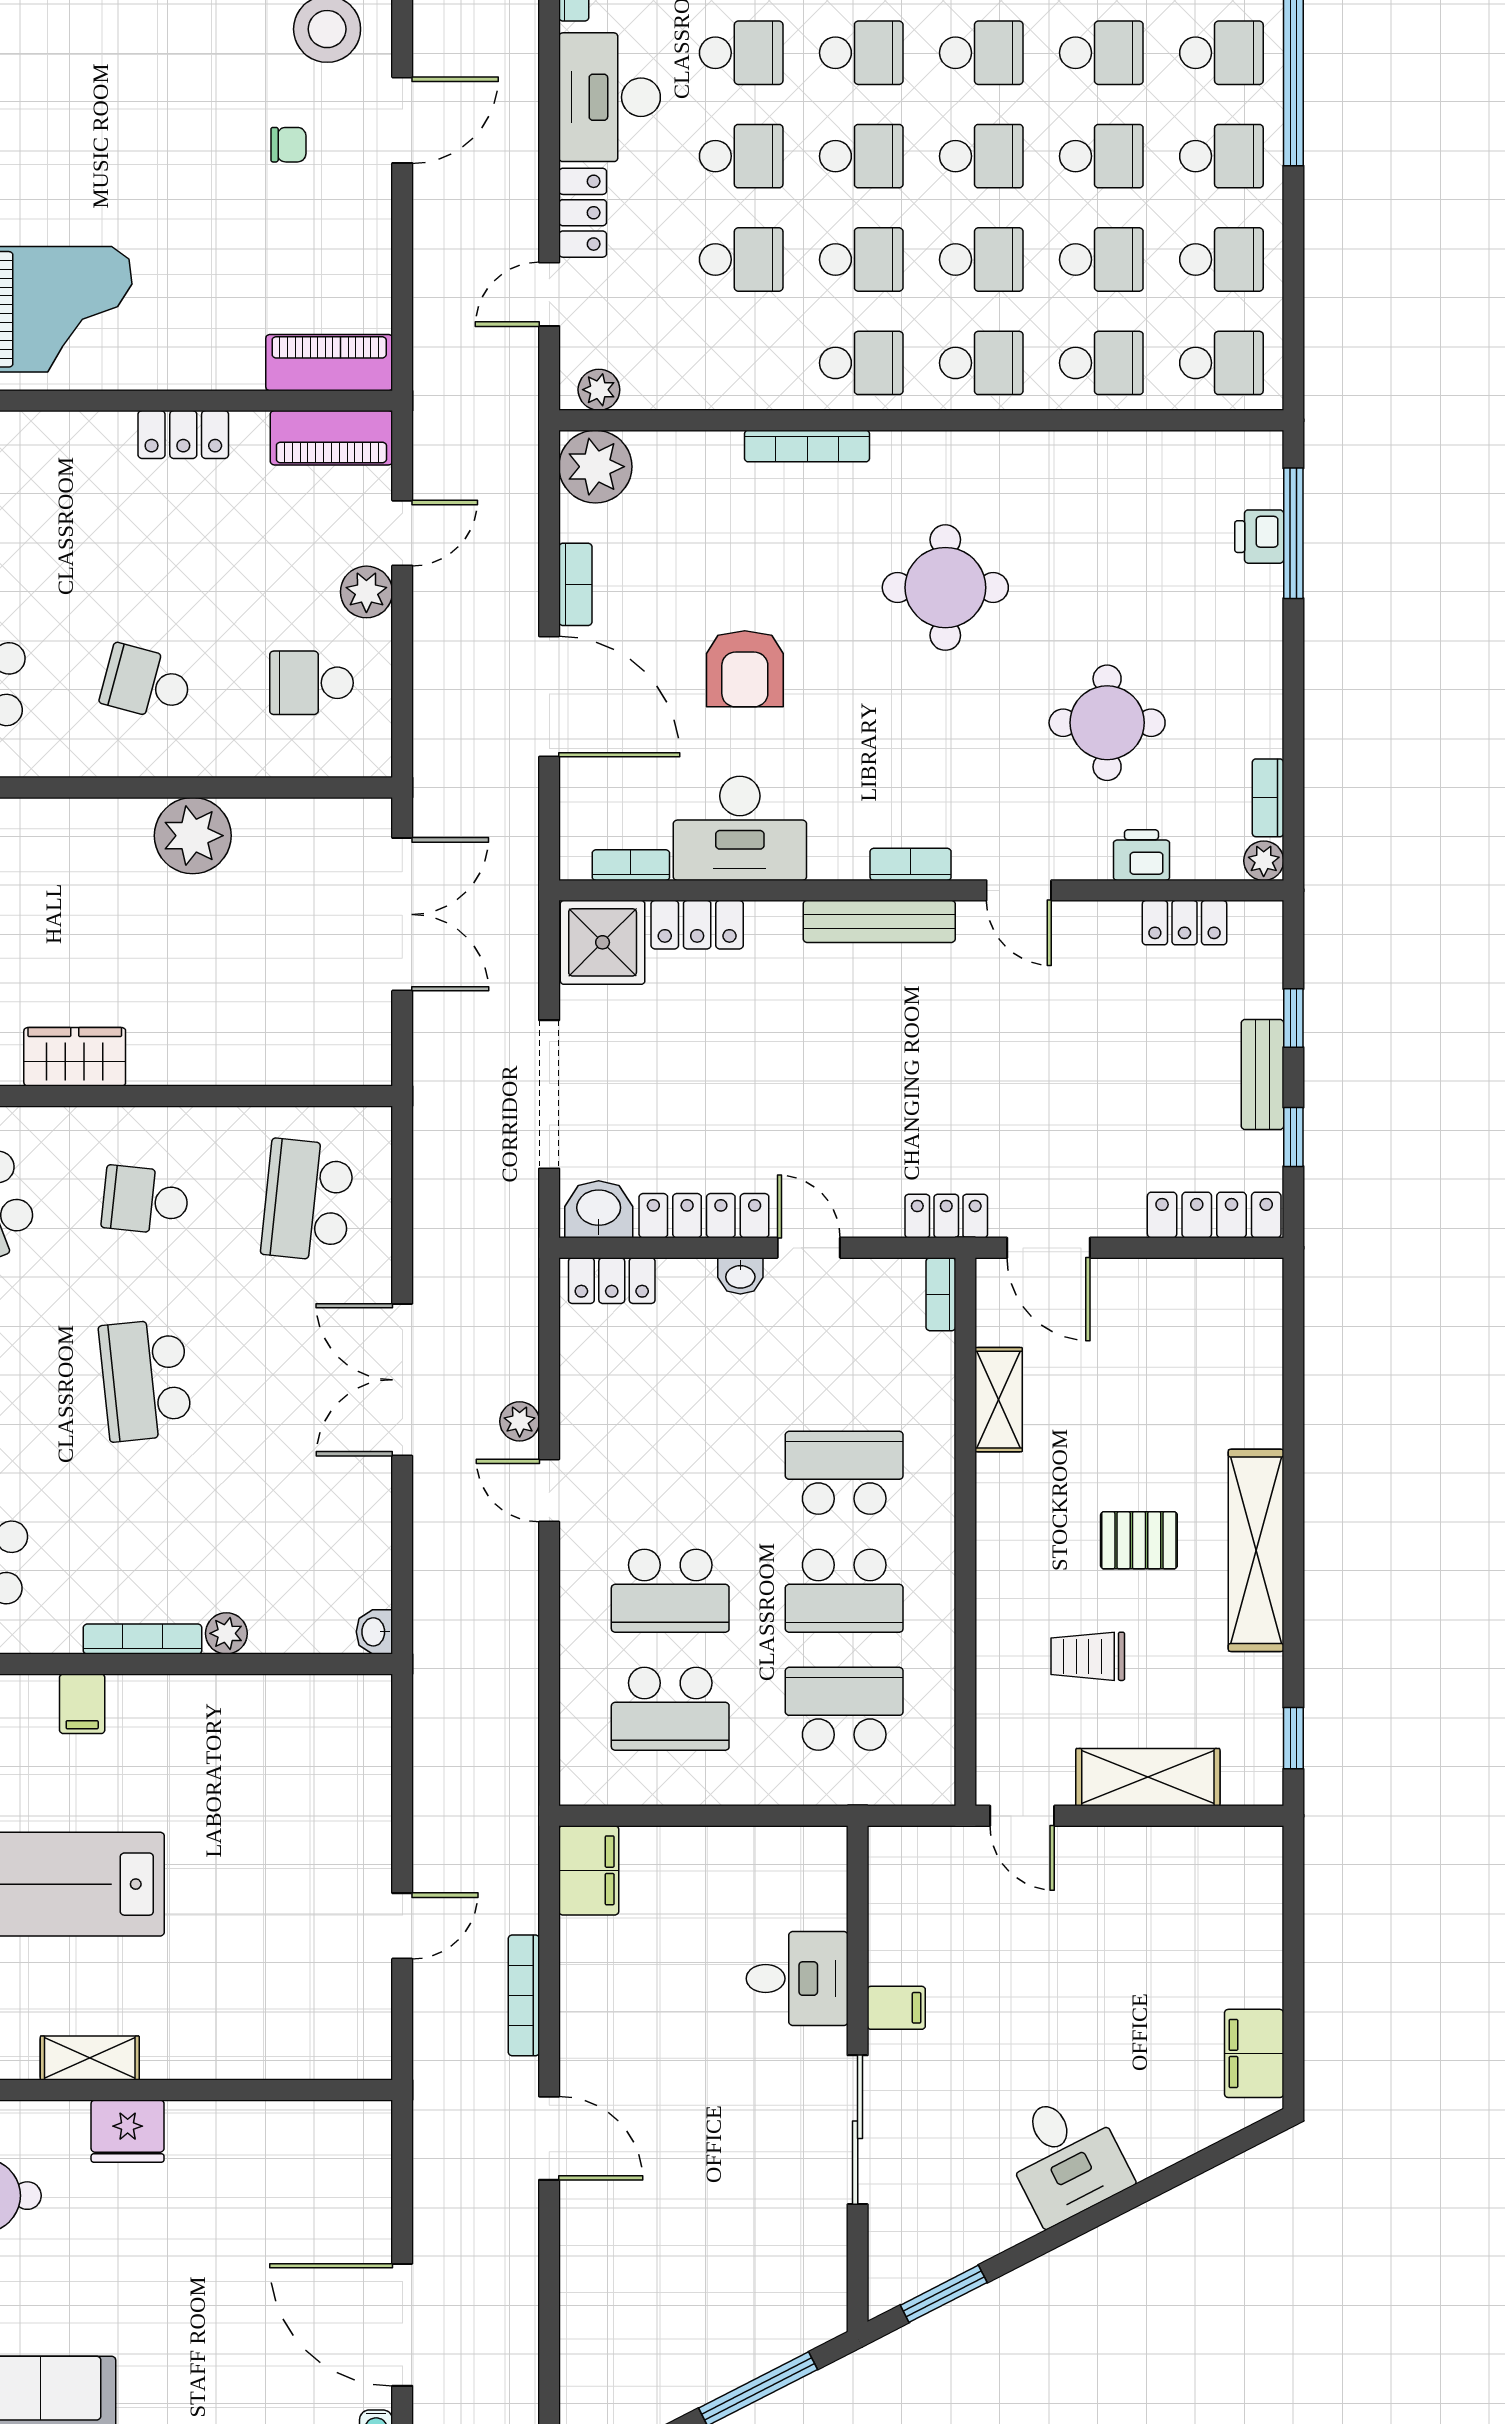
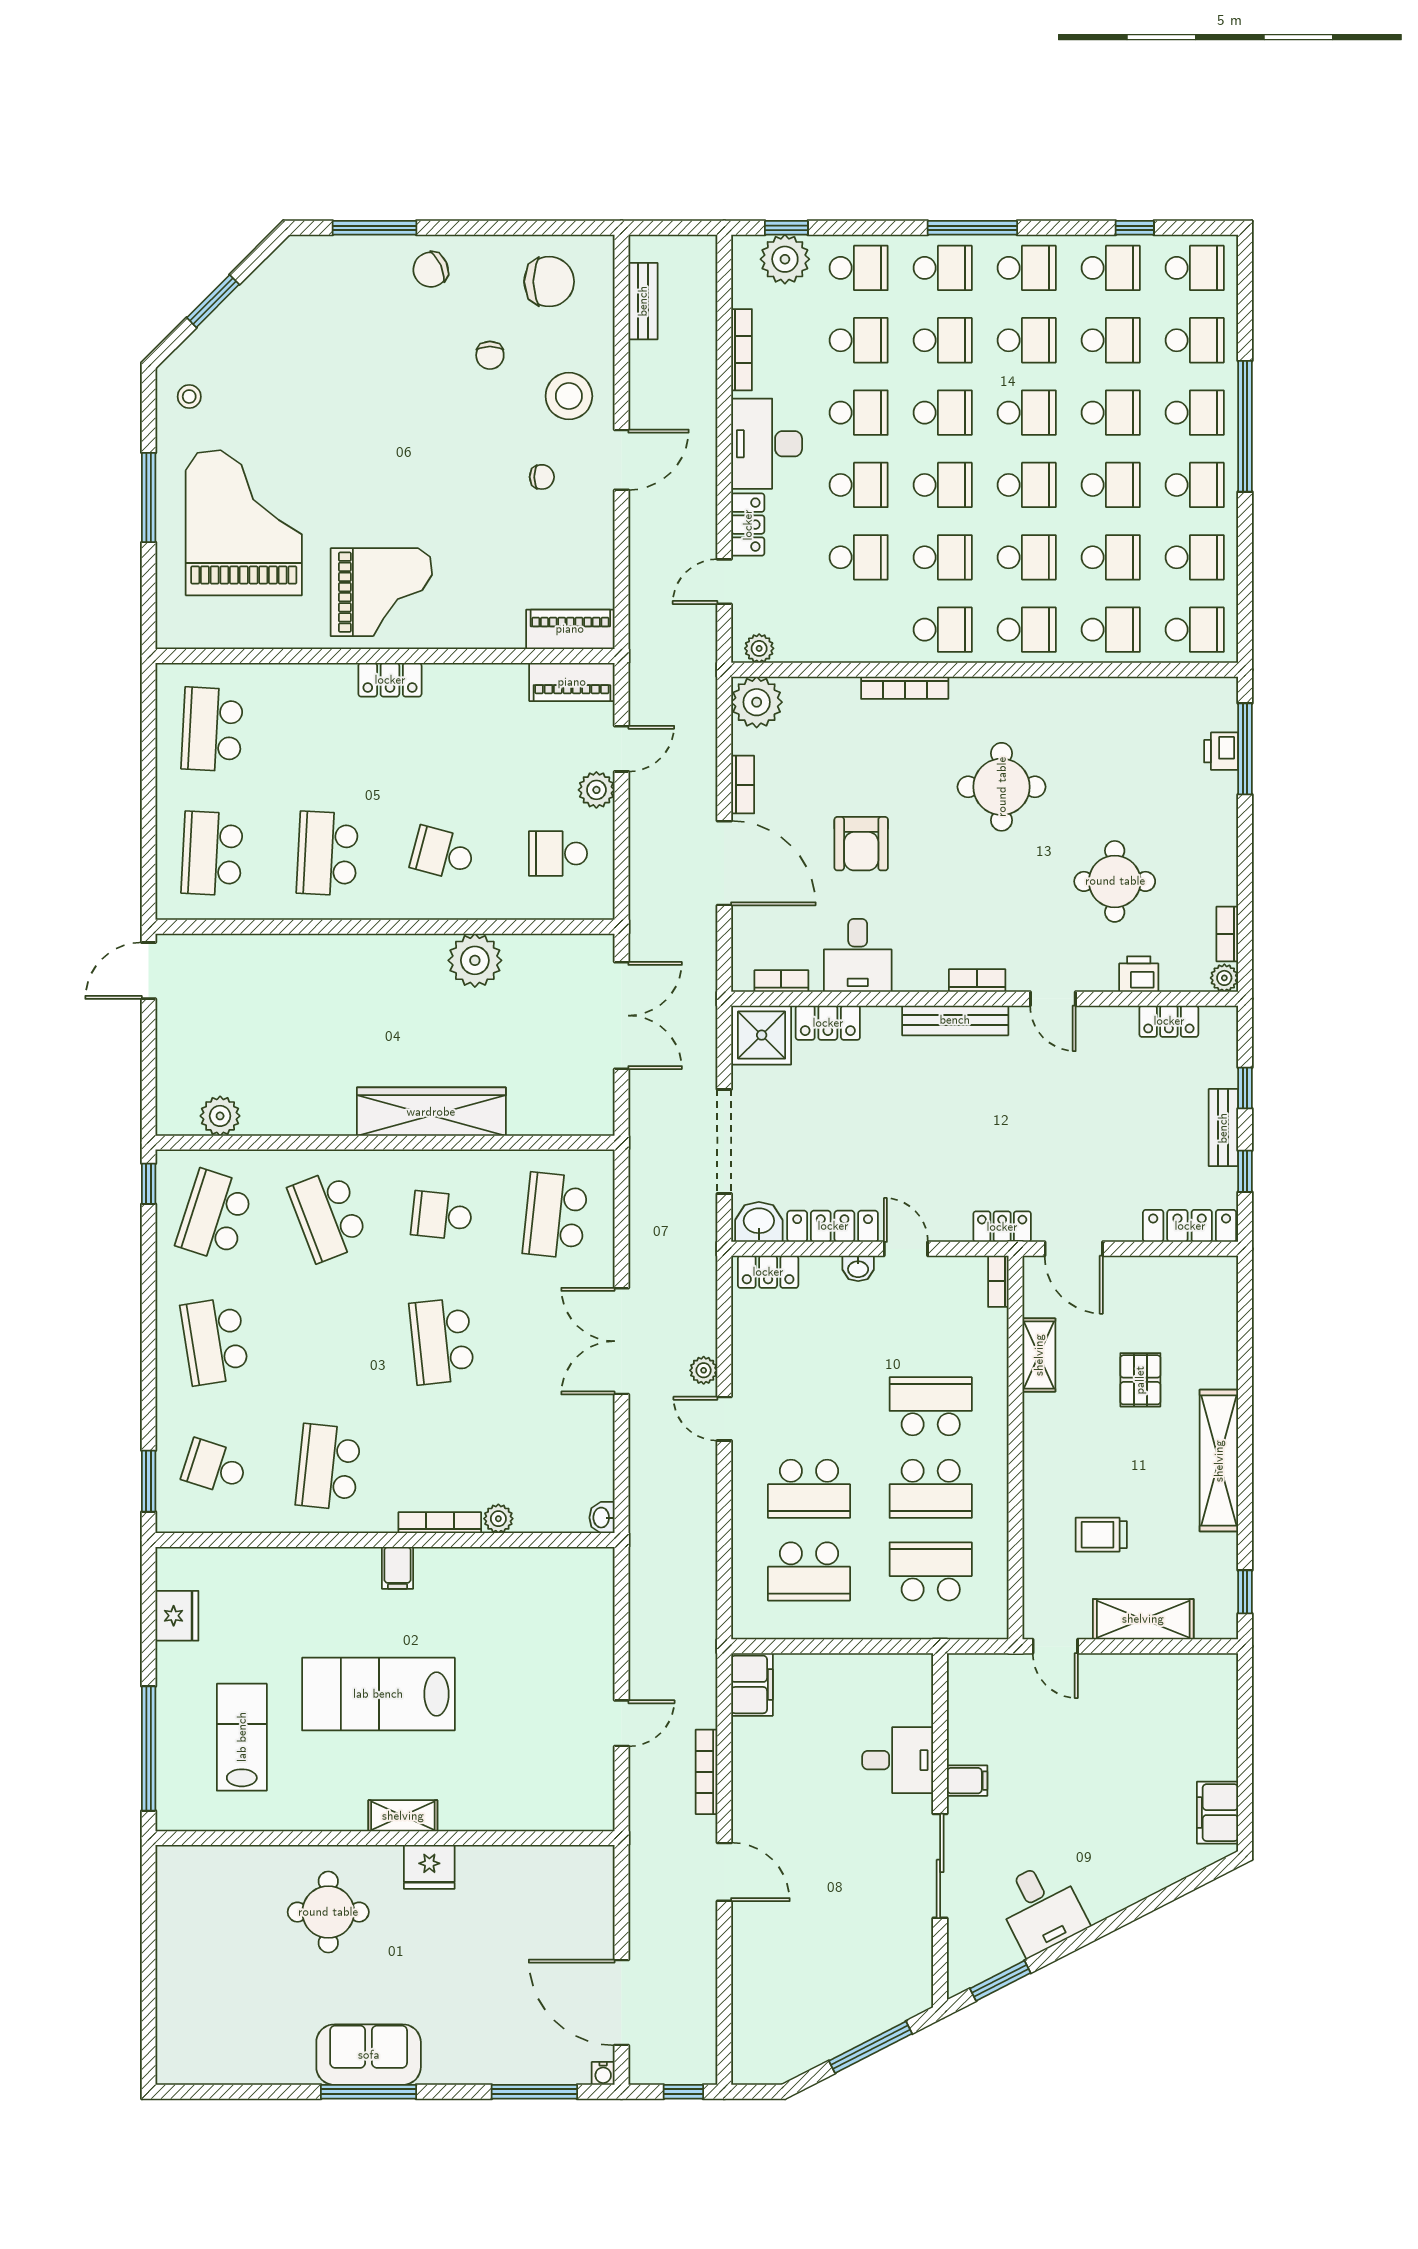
locker: (183, 435) -> (390, 680), moved
desk: (740, 828) -> (858, 955), width x0.73
wardrobe: (75, 1057) -> (431, 1112), width x2.10, depth x1.17
pallet: (1139, 1540) -> (1140, 1380), moved, turned 90
desk: (1066, 2158) -> (1041, 1908), moved

